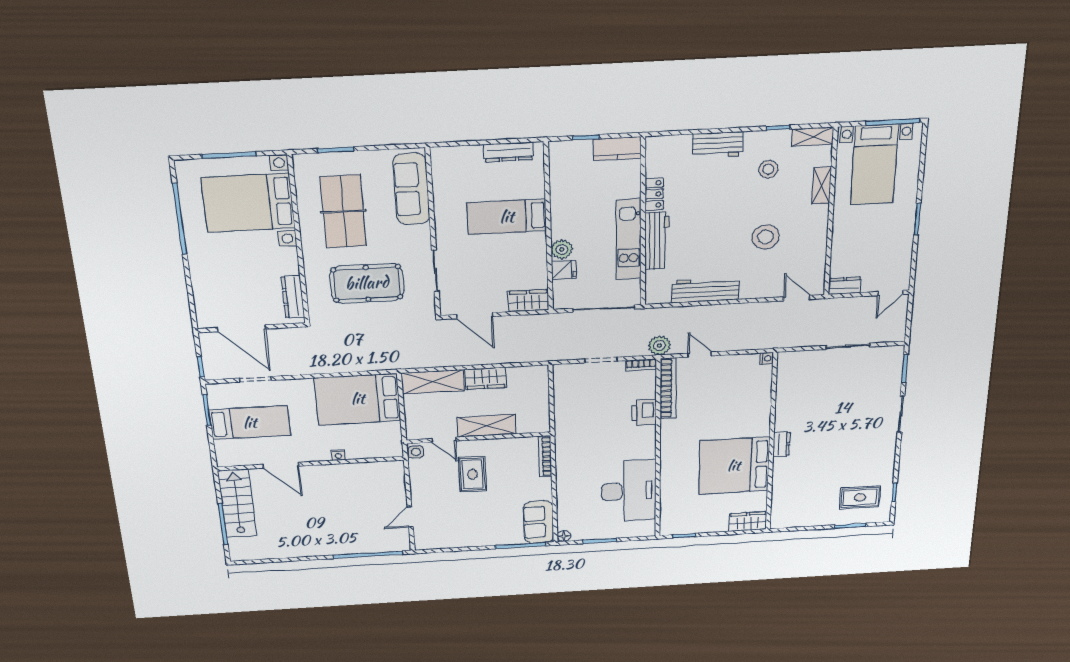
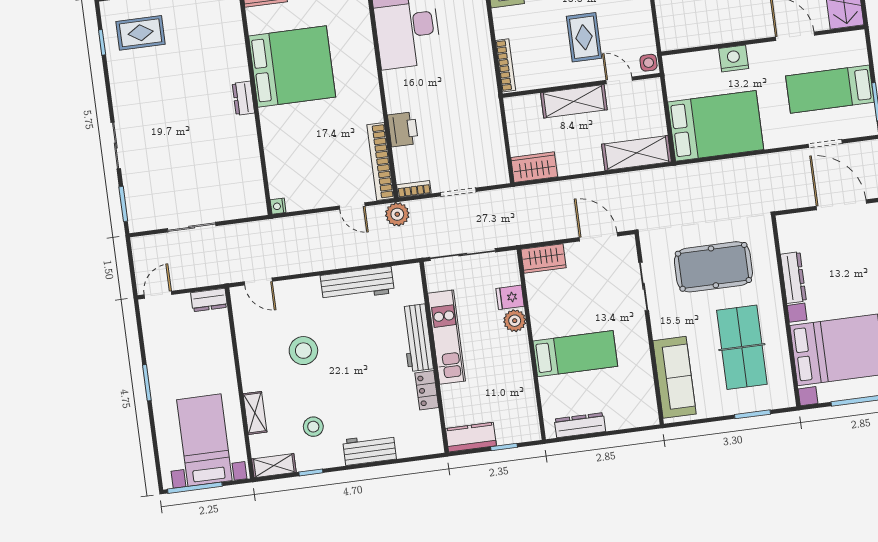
dresser: (293, 297) -> (793, 278), moved
wardrobe: (486, 378) -> (534, 167), moved
nightstand: (338, 455) -> (734, 58), width x1.89, depth x1.79

